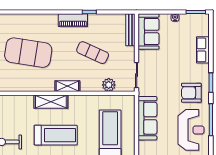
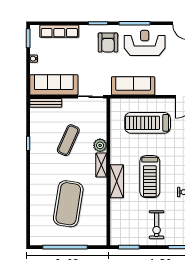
piano: (73, 20) -> (36, 160), removed
sofa: (149, 32) -> (54, 85), width x1.36
row of seats: (203, 50) -> (59, 31), width x1.48
plant: (109, 85) -> (100, 145), moved
treadmill: (56, 135) -> (150, 177), turned 180

